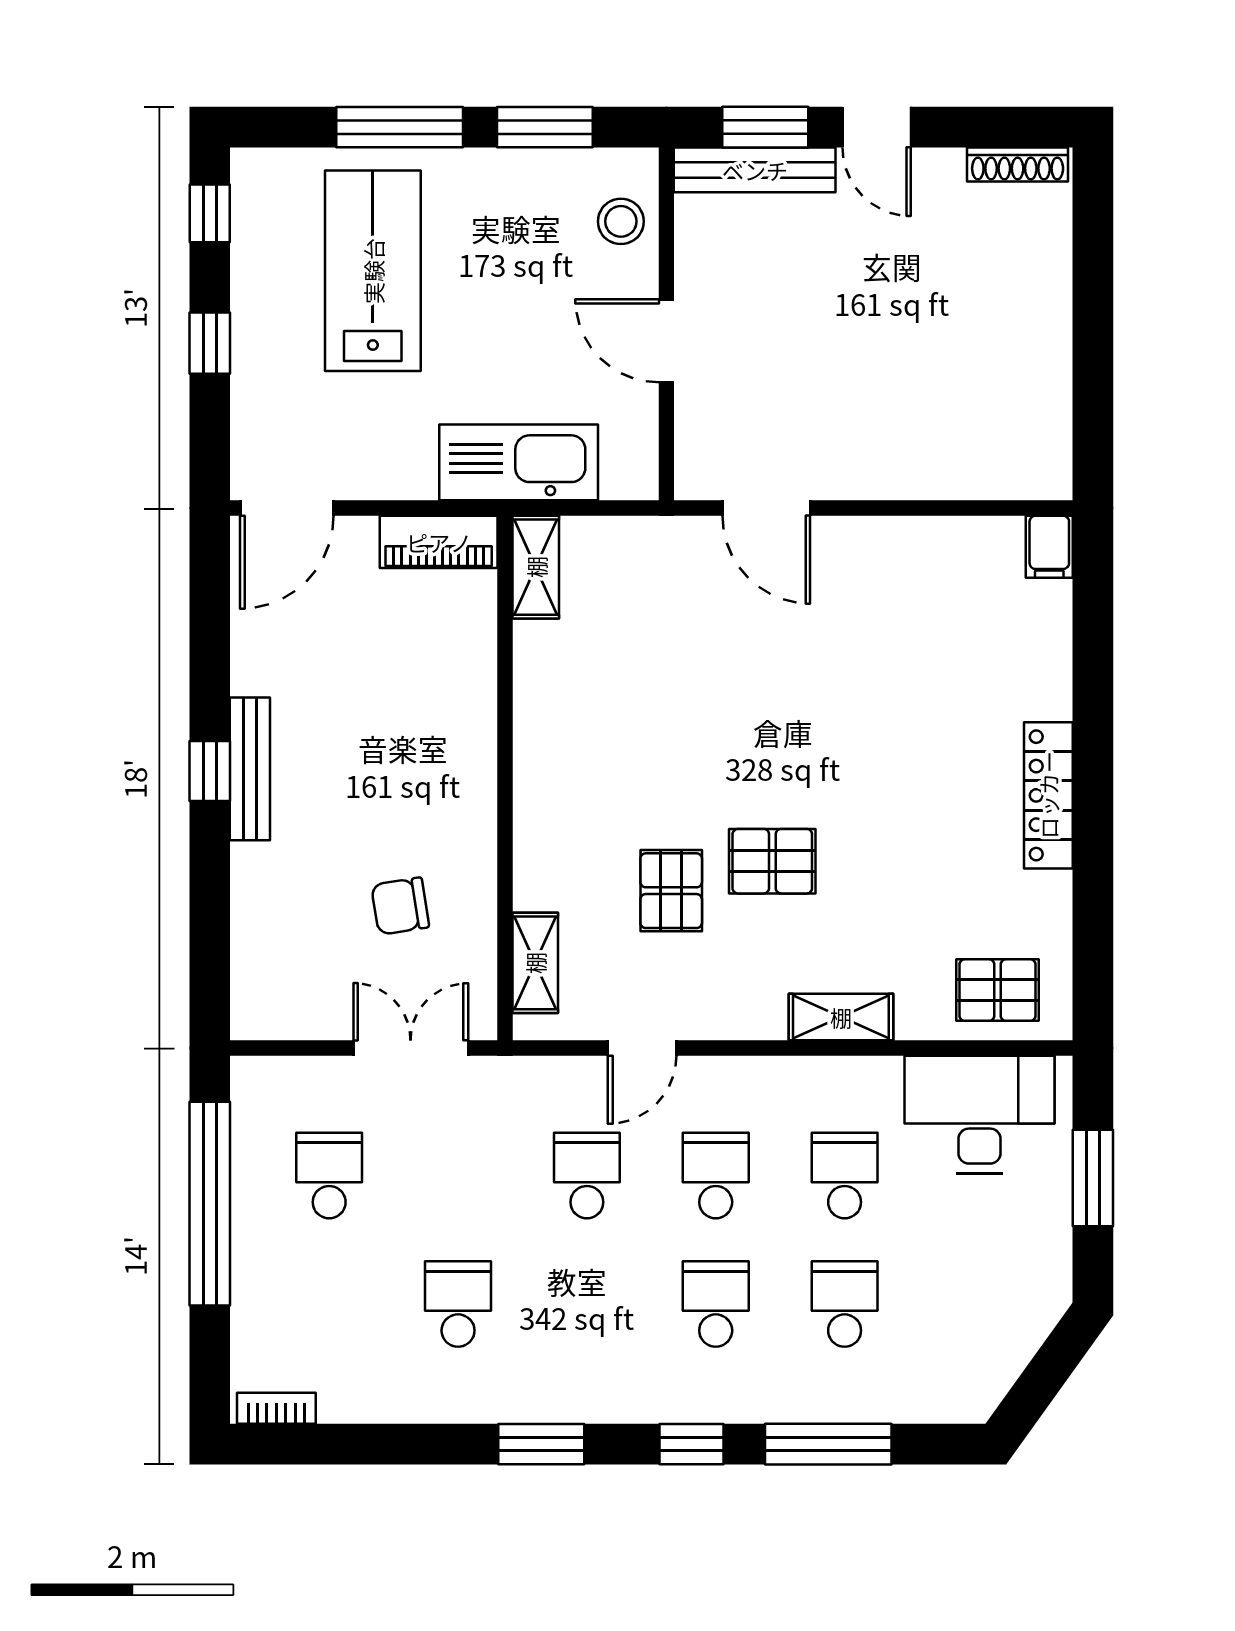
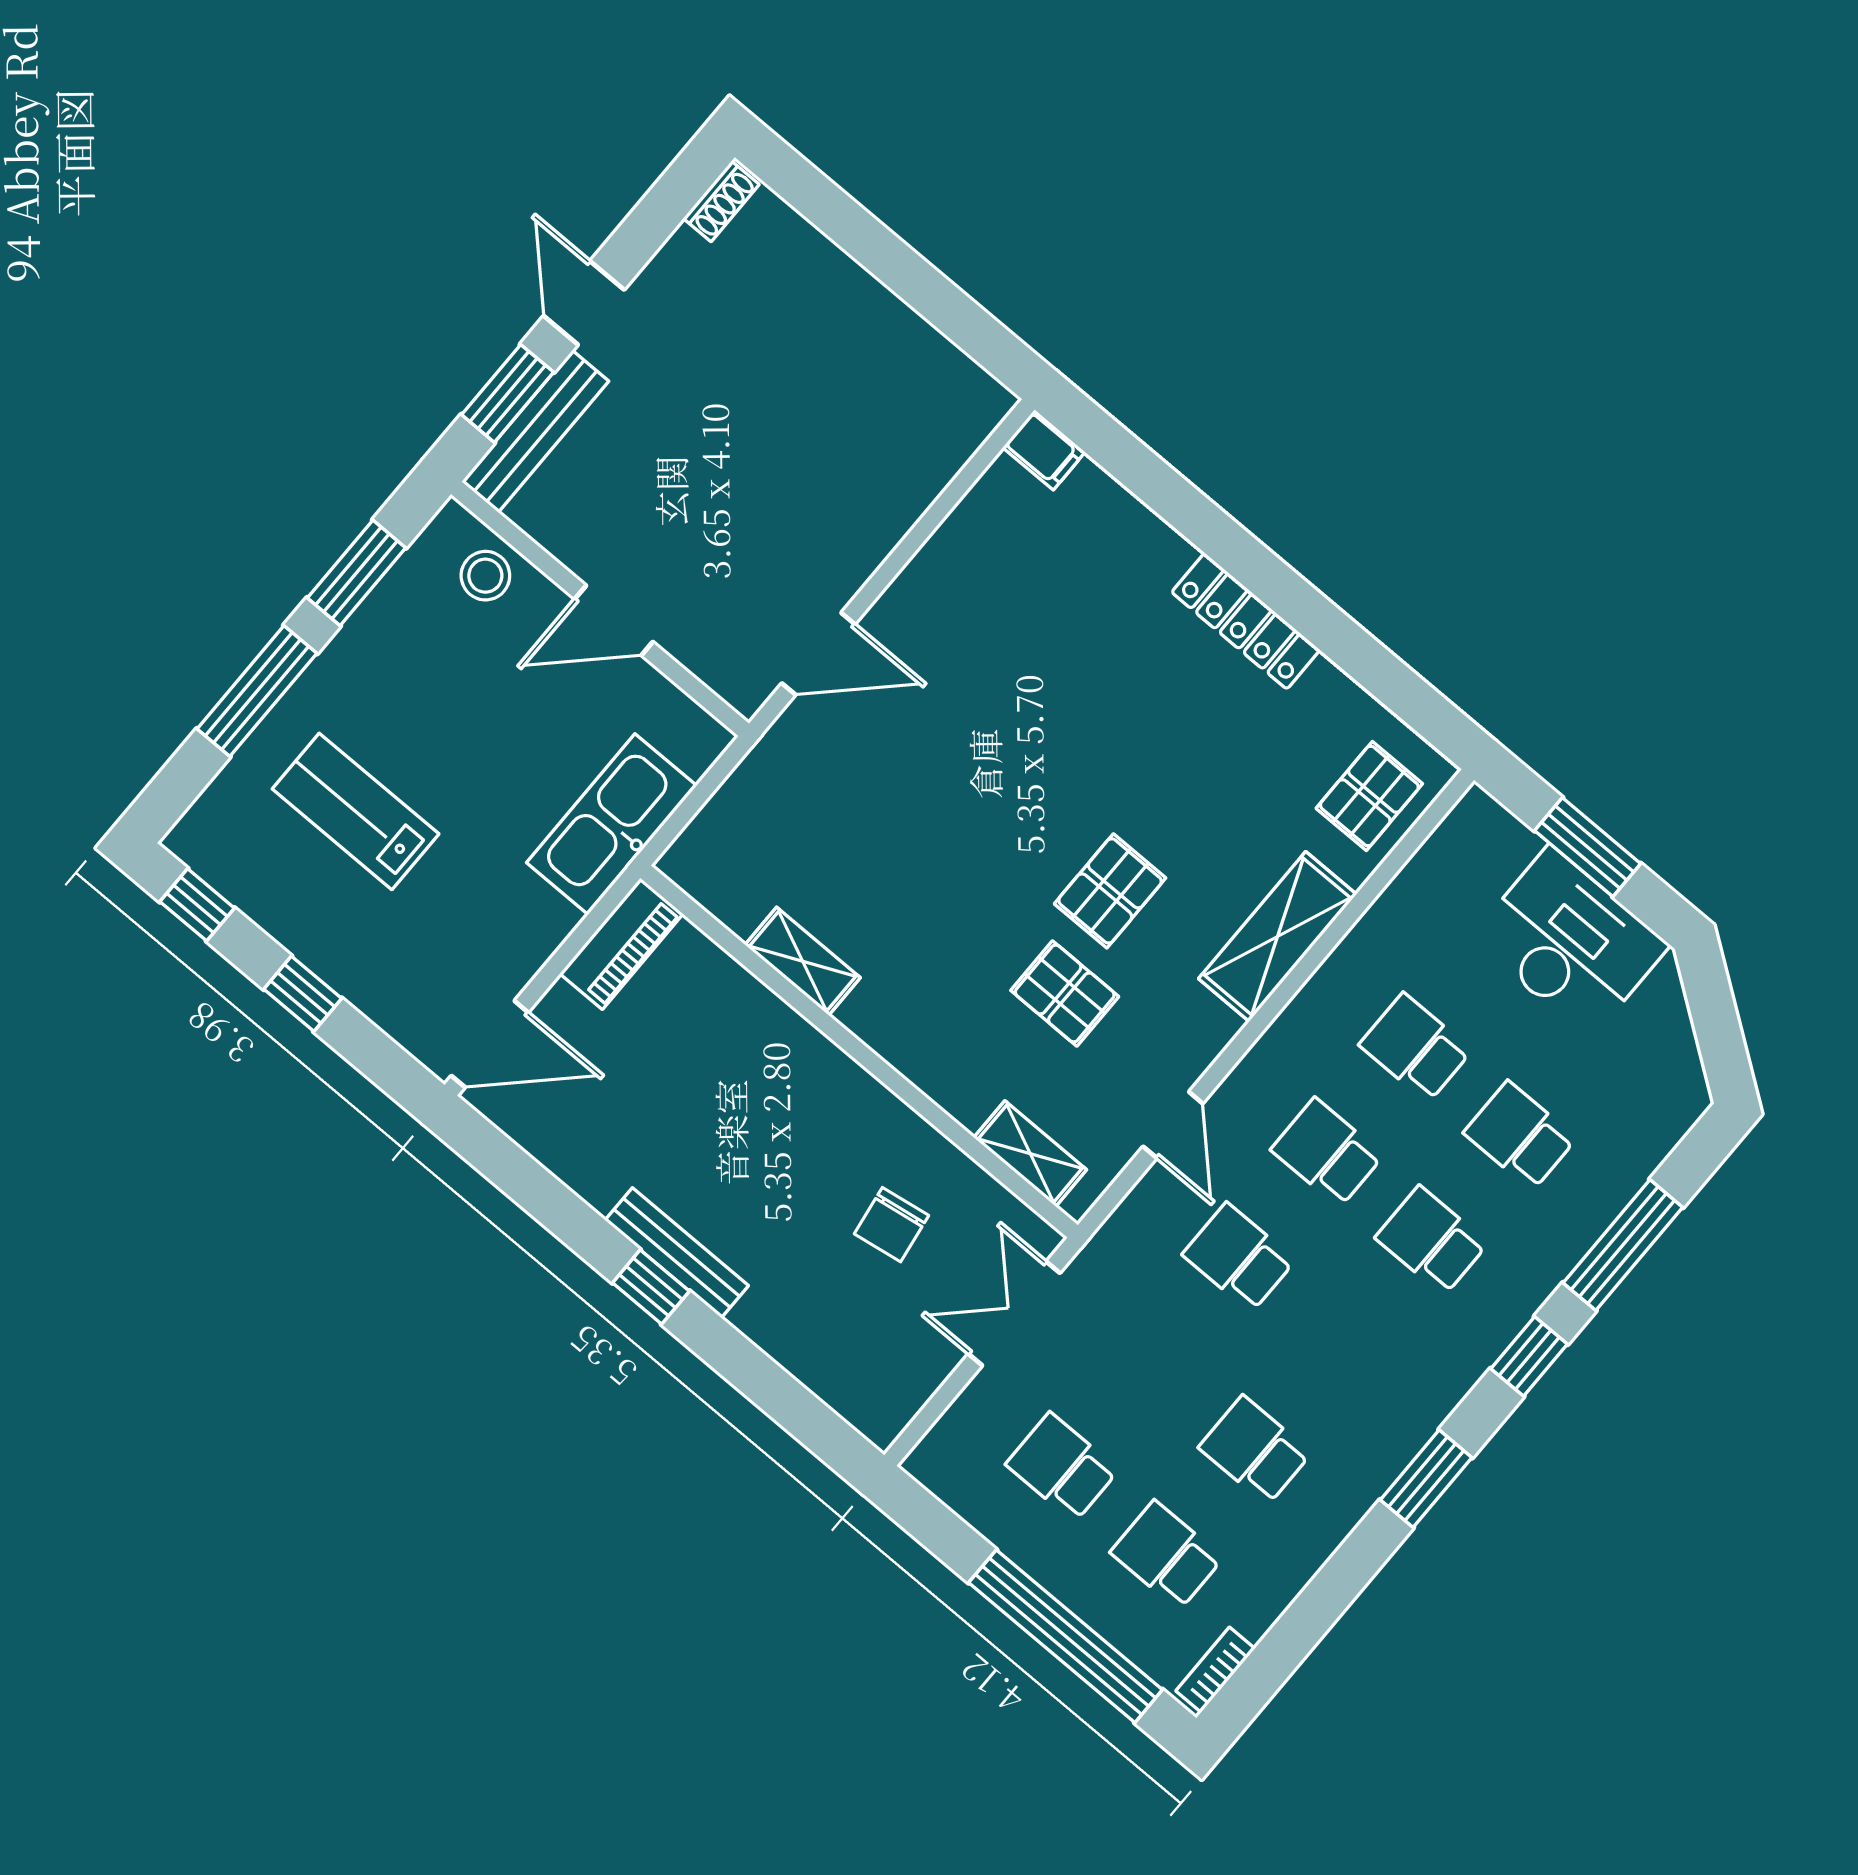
door: (877, 127) -> (584, 303), swing flipped
shoe rack: (1018, 164) -> (721, 201), width x0.70
lab bench: (373, 271) -> (356, 811), width x0.73, depth x0.72
door: (287, 508) -> (490, 1044), hinge flipped
shelving: (536, 567) -> (803, 961), moved
shelving: (841, 1017) -> (1277, 937), width x1.50, depth x1.33
desk: (979, 1114) -> (1570, 942), moved, turned 90
window: (210, 1204) -> (1066, 1636), moved
school desk: (329, 1304) -> (1167, 1555), added

